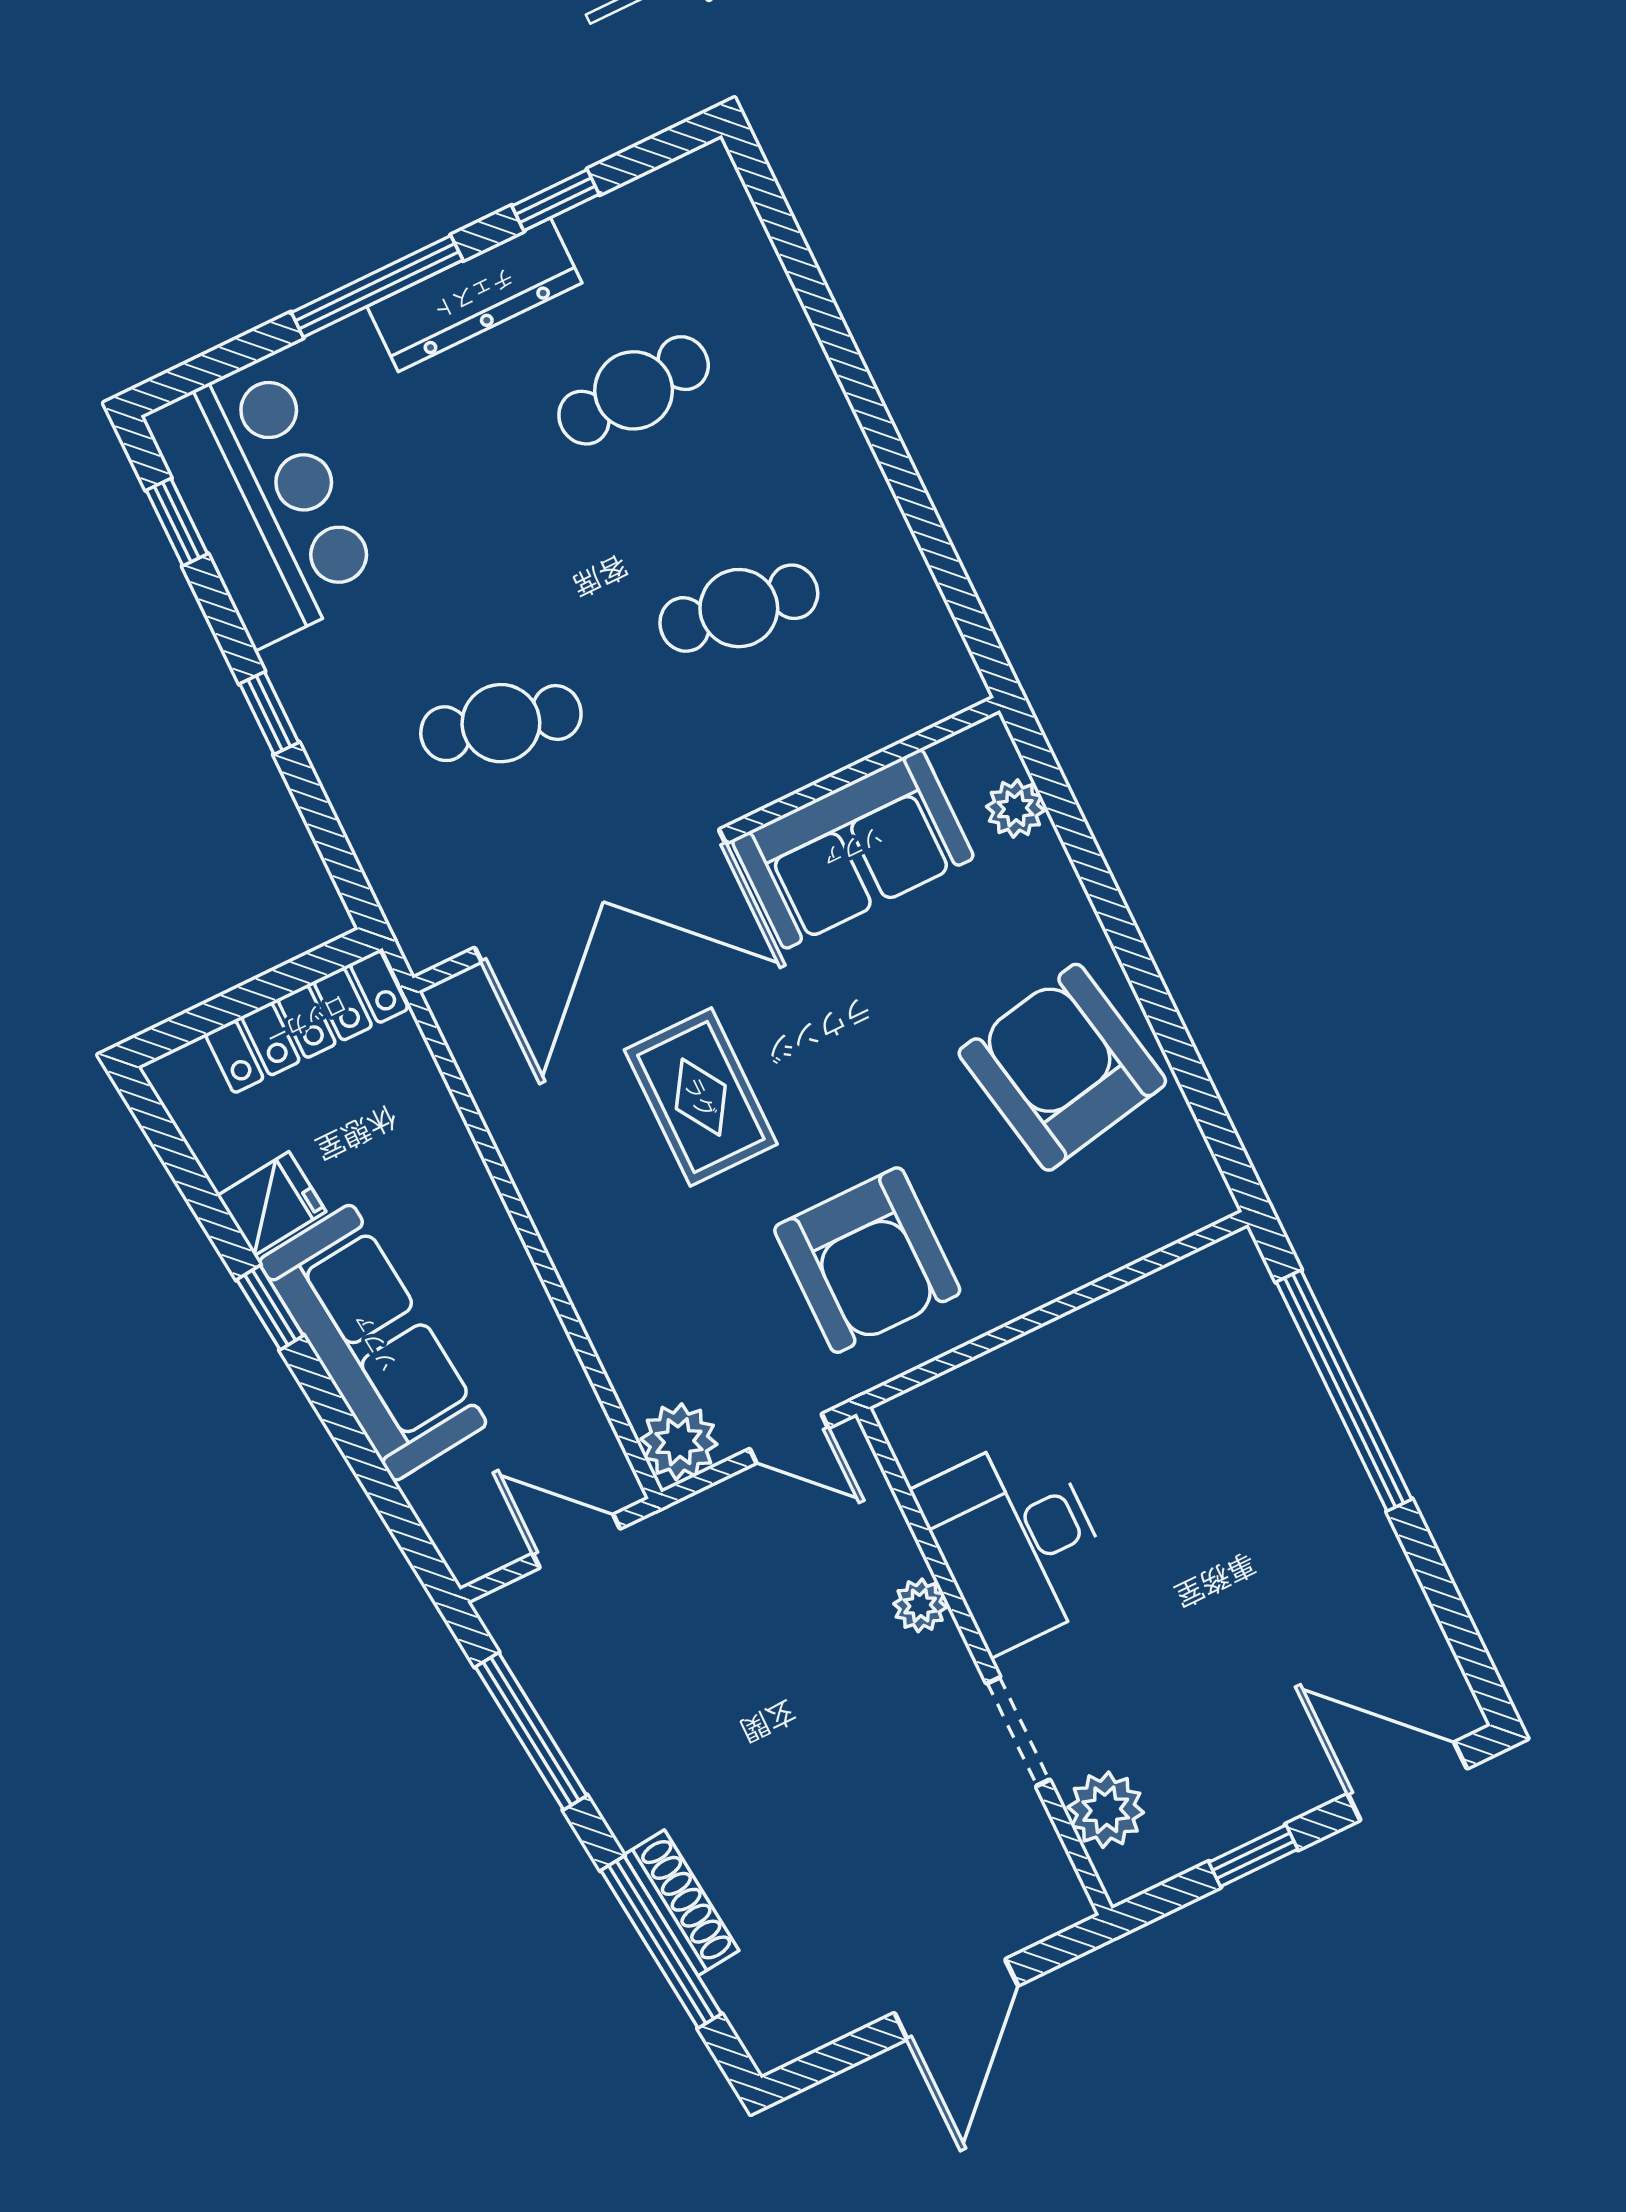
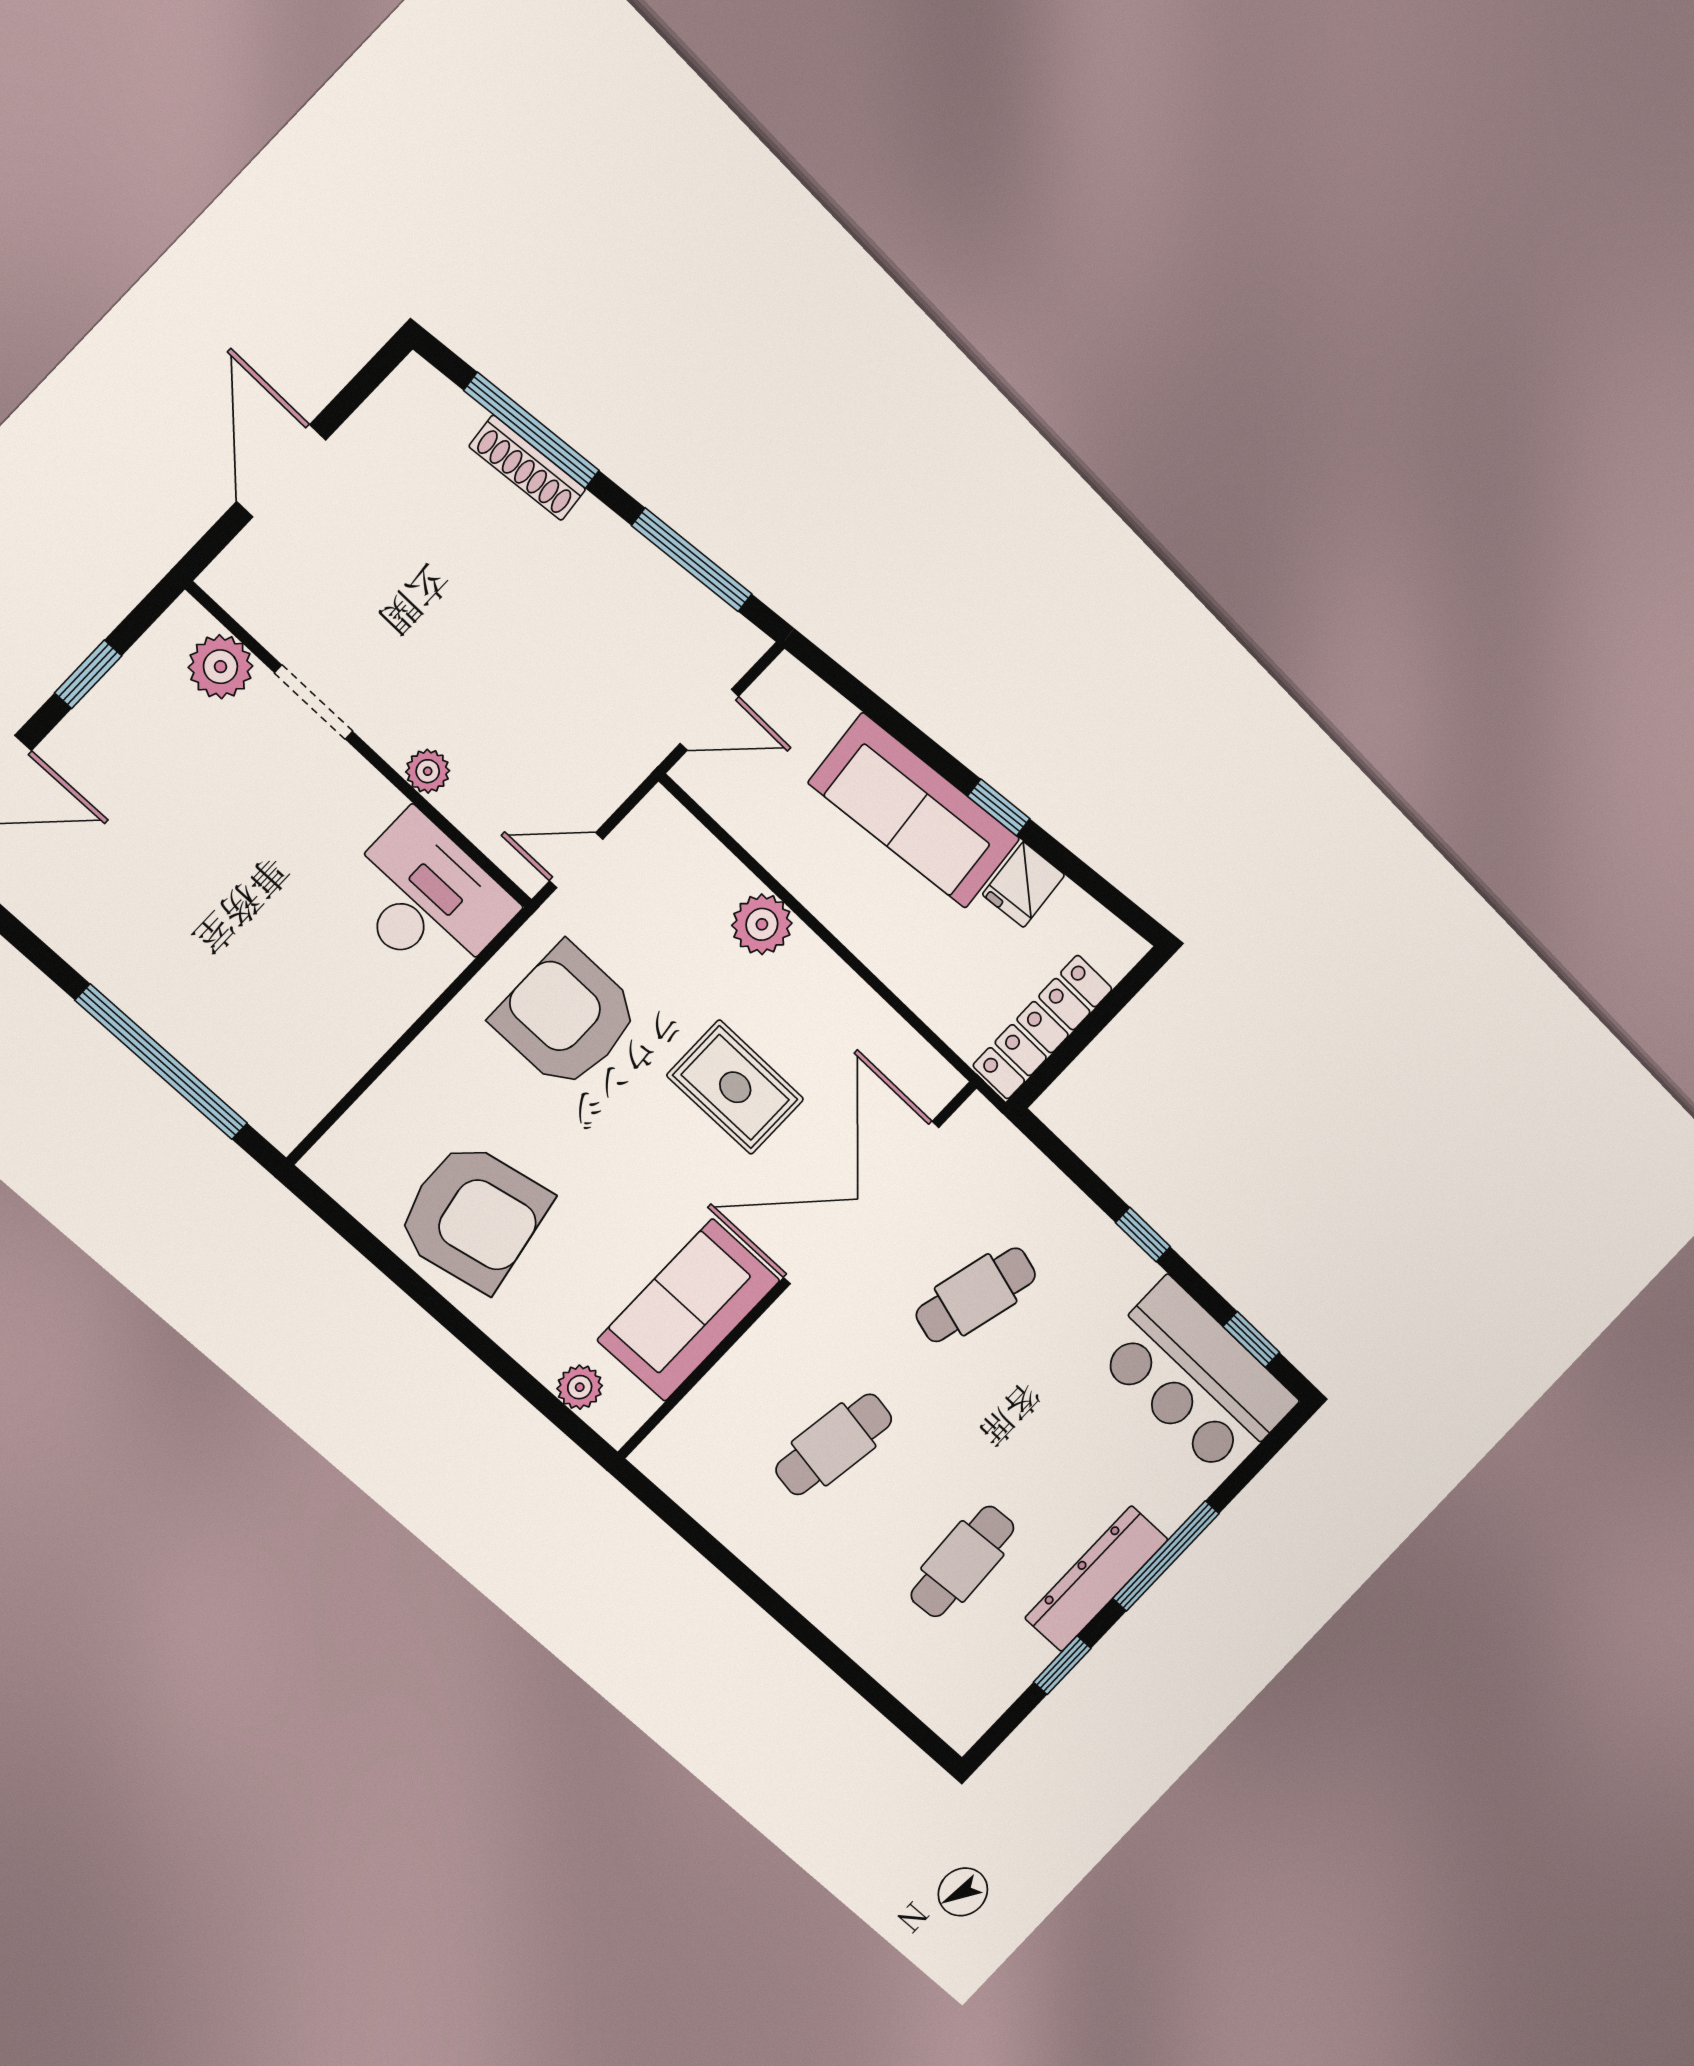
plant: (679, 1442) -> (762, 924), moved
desk: (1016, 1542) -> (427, 899), moved

